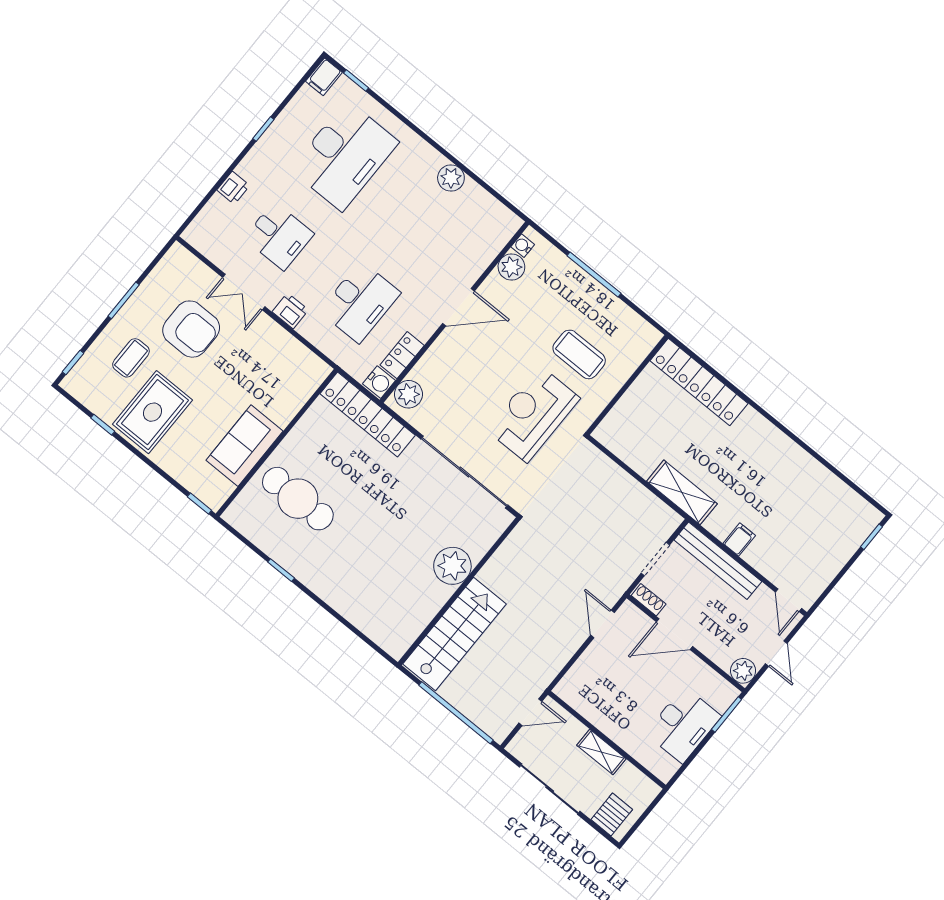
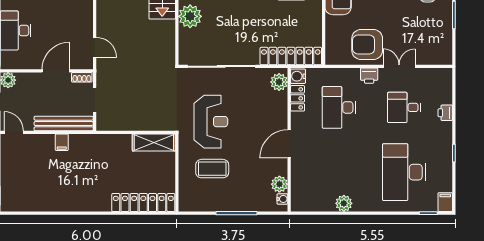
armchair: (191, 329) -> (367, 45), moved
shelving: (682, 492) -> (154, 142), moved

